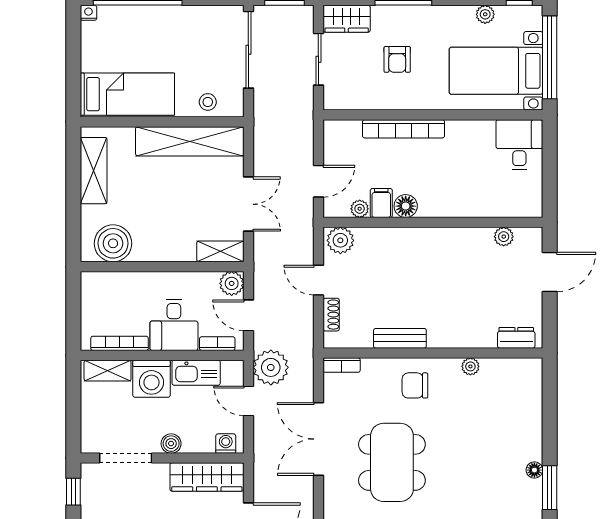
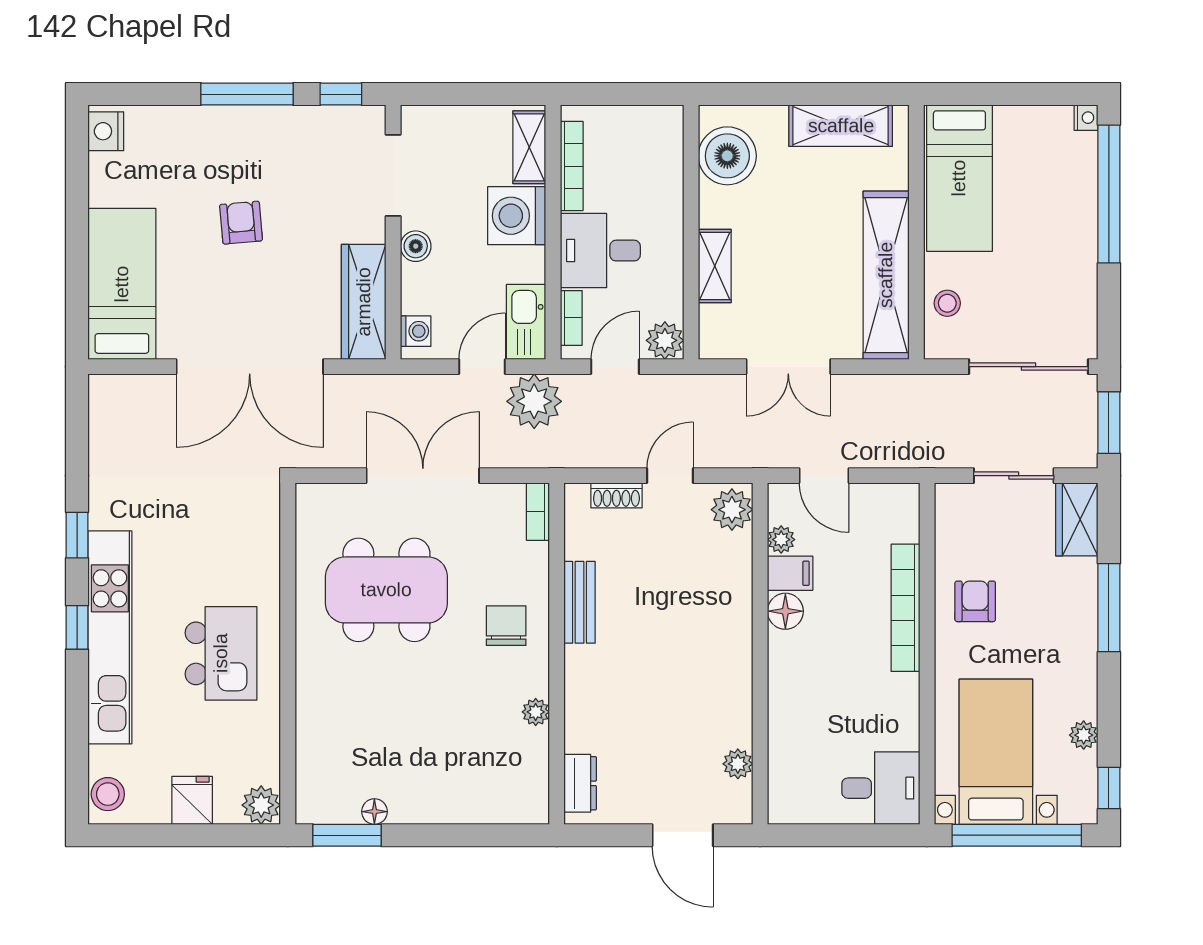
armchair: (397, 59) -> (975, 601), moved, turned 90
shelving: (220, 251) -> (715, 266), moved
kitchen sink: (196, 373) -> (526, 322), moved

